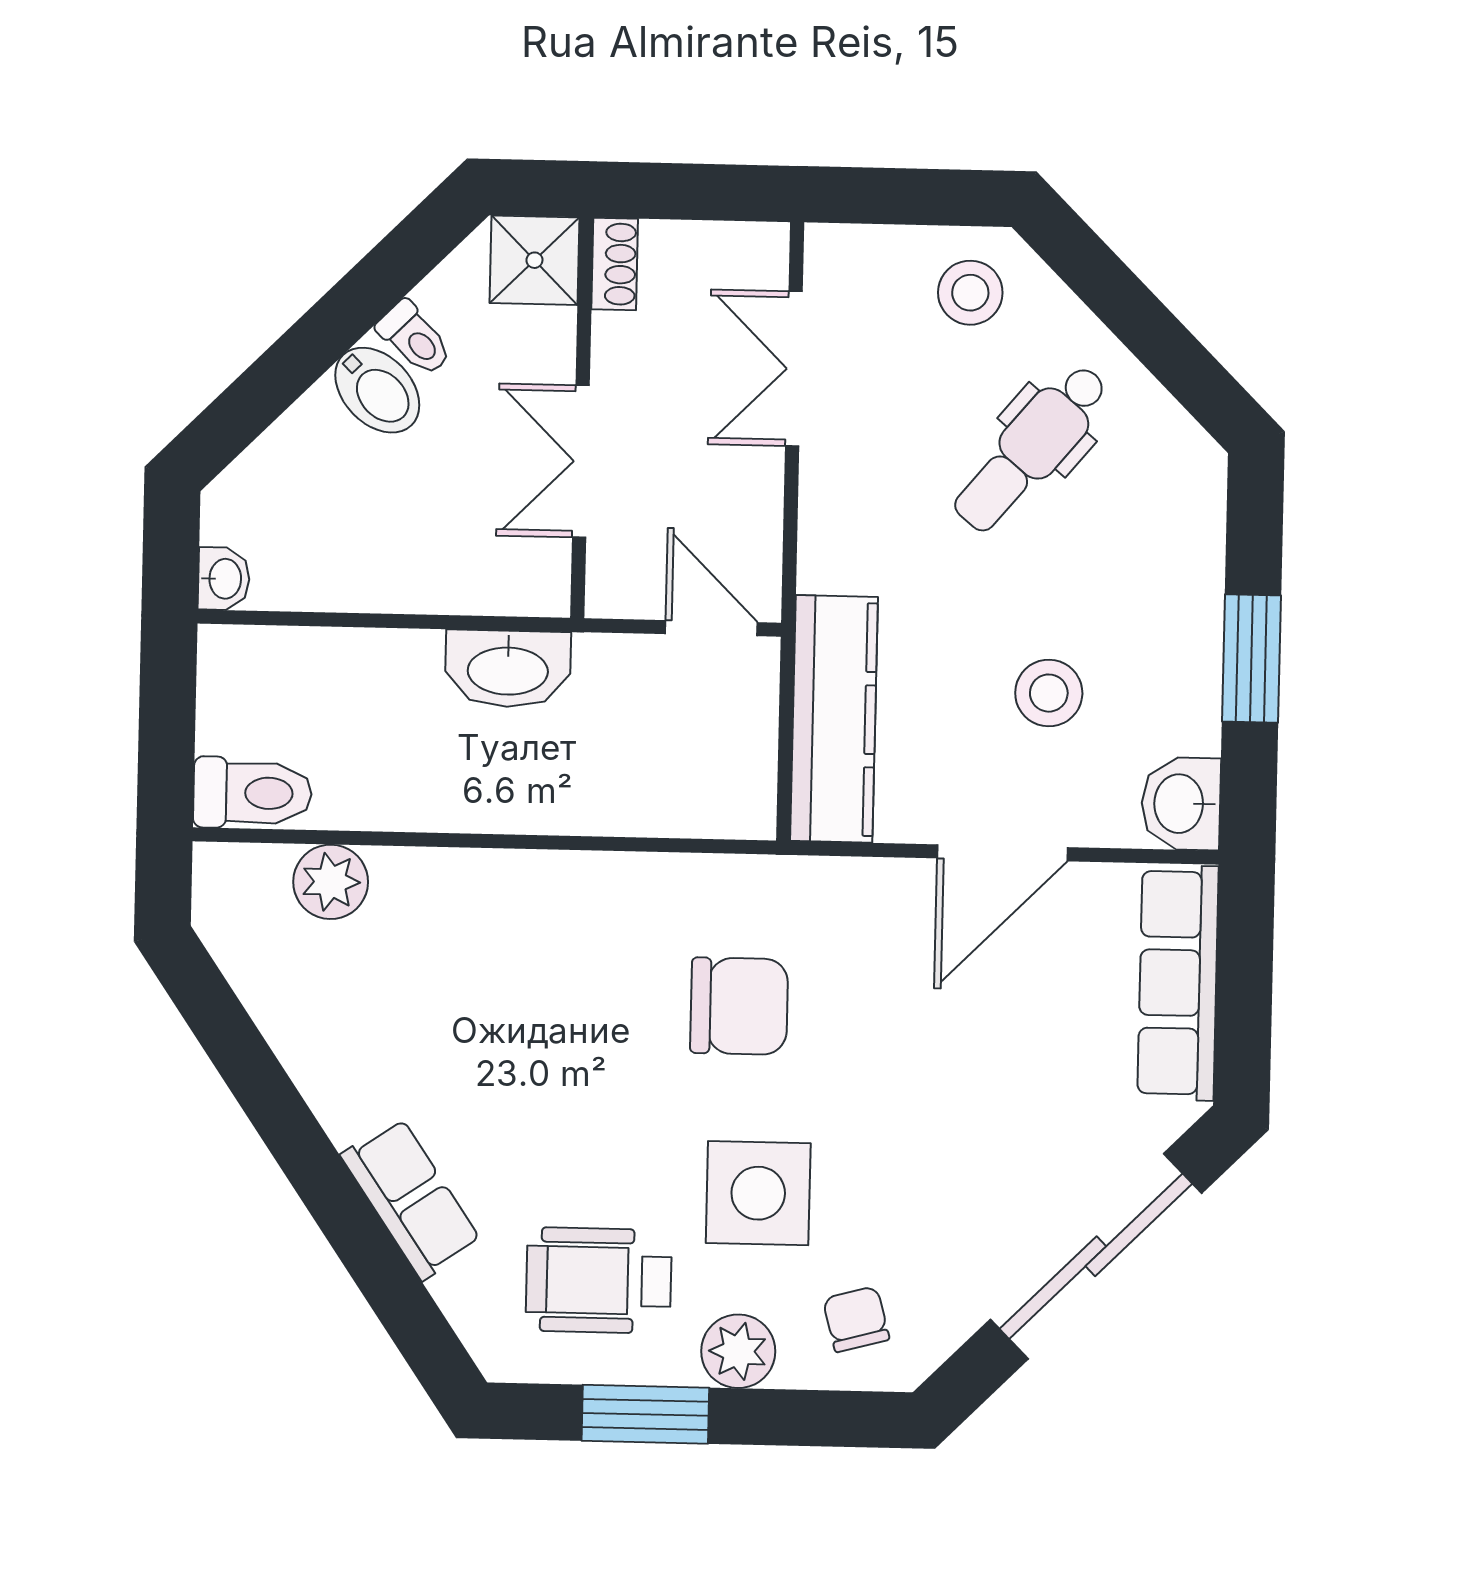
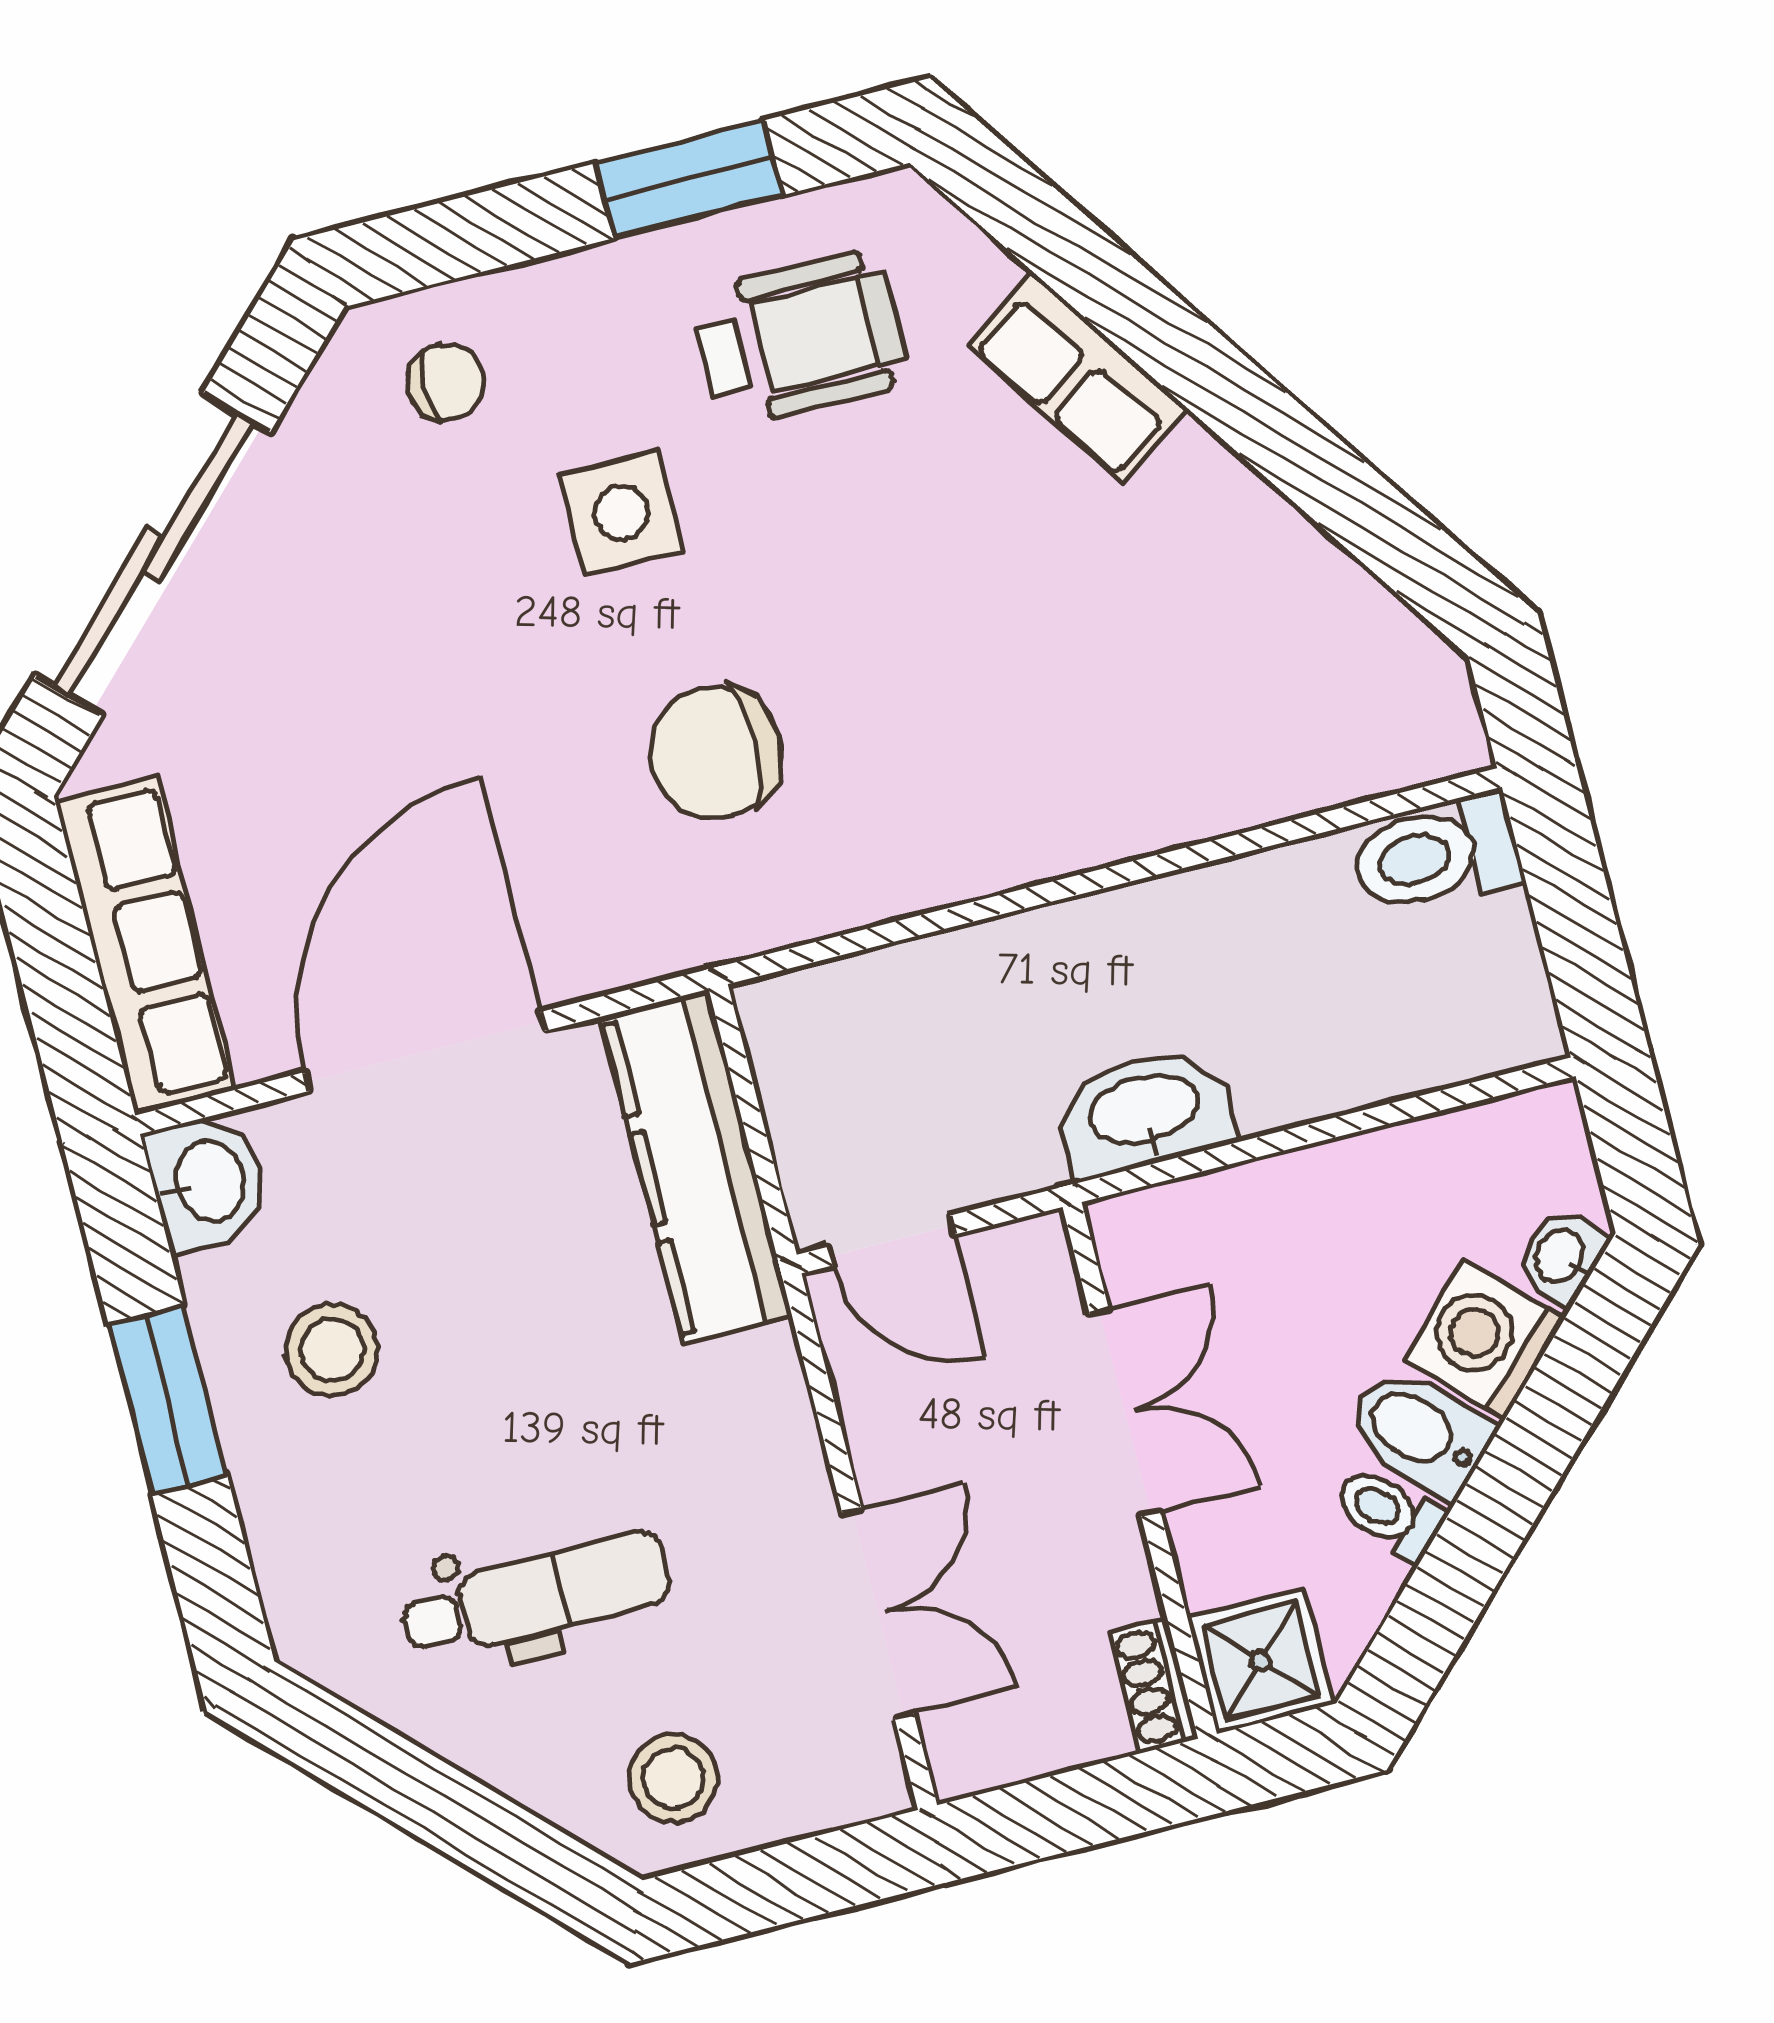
washing machine: (313, 443) -> (1485, 1339), added
dental chair: (1031, 448) -> (536, 1596), turned 50
washbasin: (224, 579) -> (1561, 1257), moved, turned 45
stool: (1049, 693) -> (332, 1350), moved
door: (1002, 853) -> (425, 1052), width x1.36
plant: (331, 882) -> (1300, 766), removed
side table: (758, 1193) -> (622, 513), width x0.73, depth x0.73
chair: (856, 1319) -> (446, 382), turned -75
plant: (738, 1351) -> (590, 297), removed

